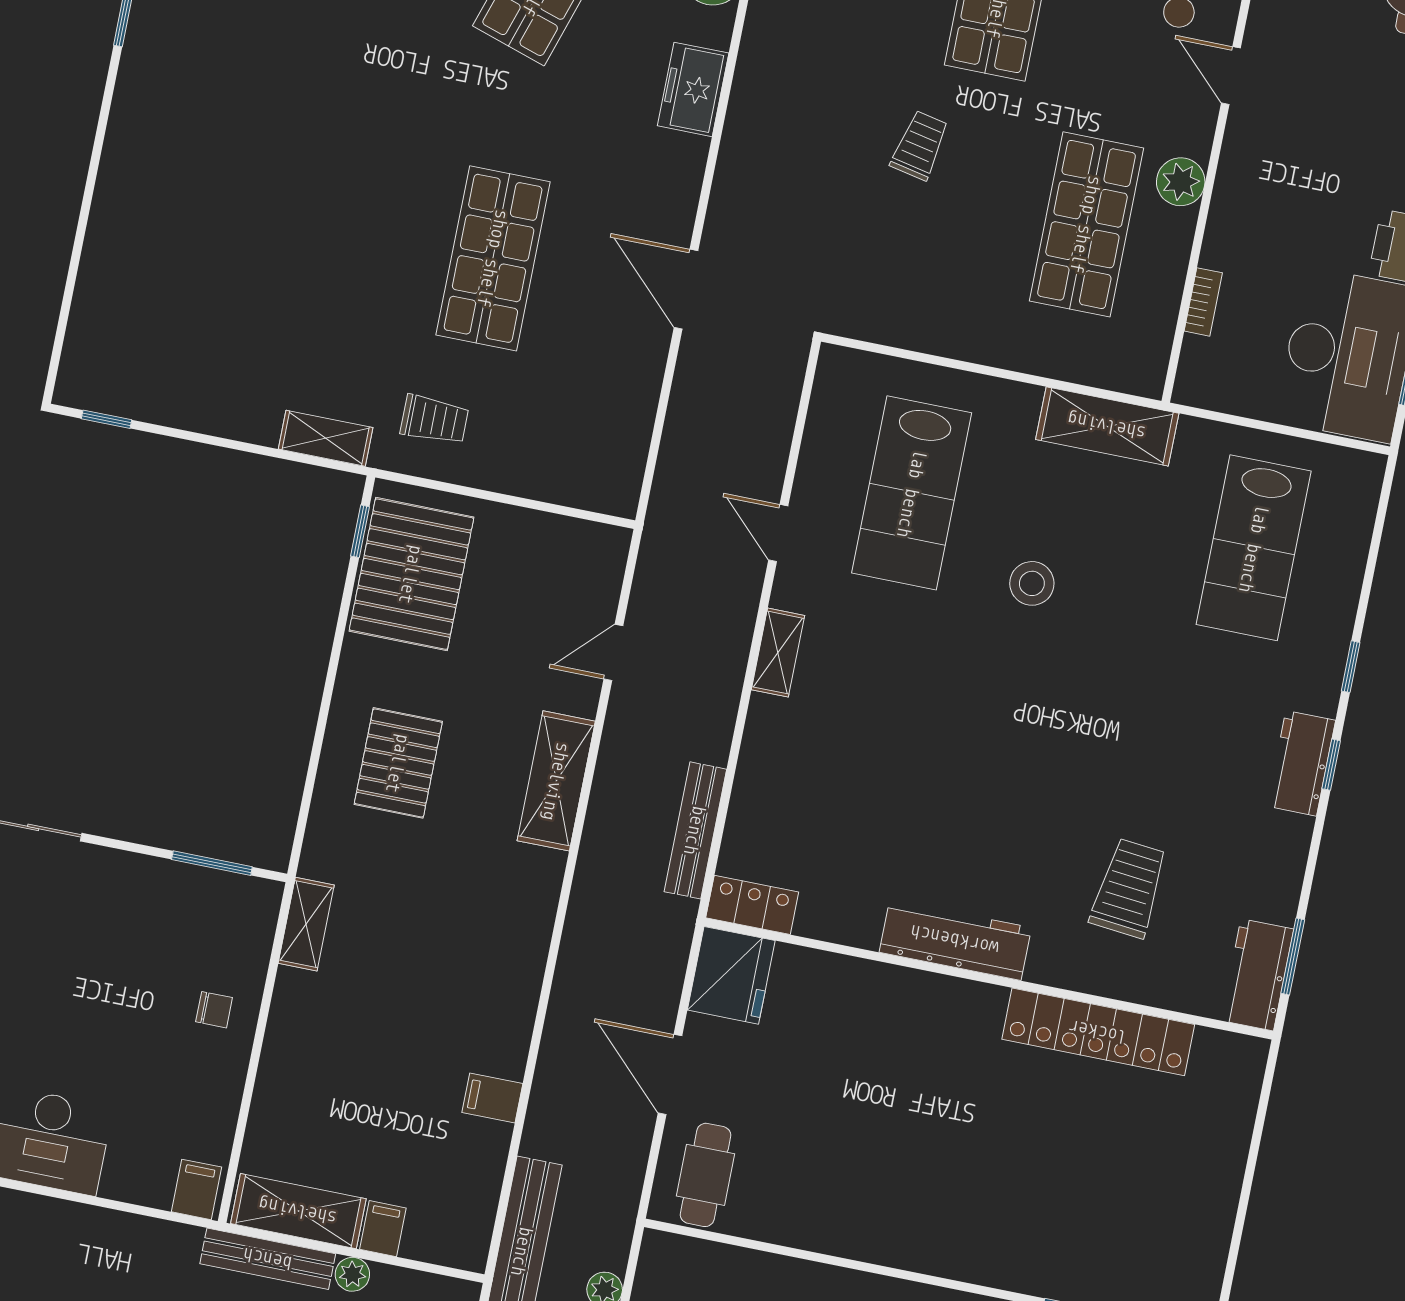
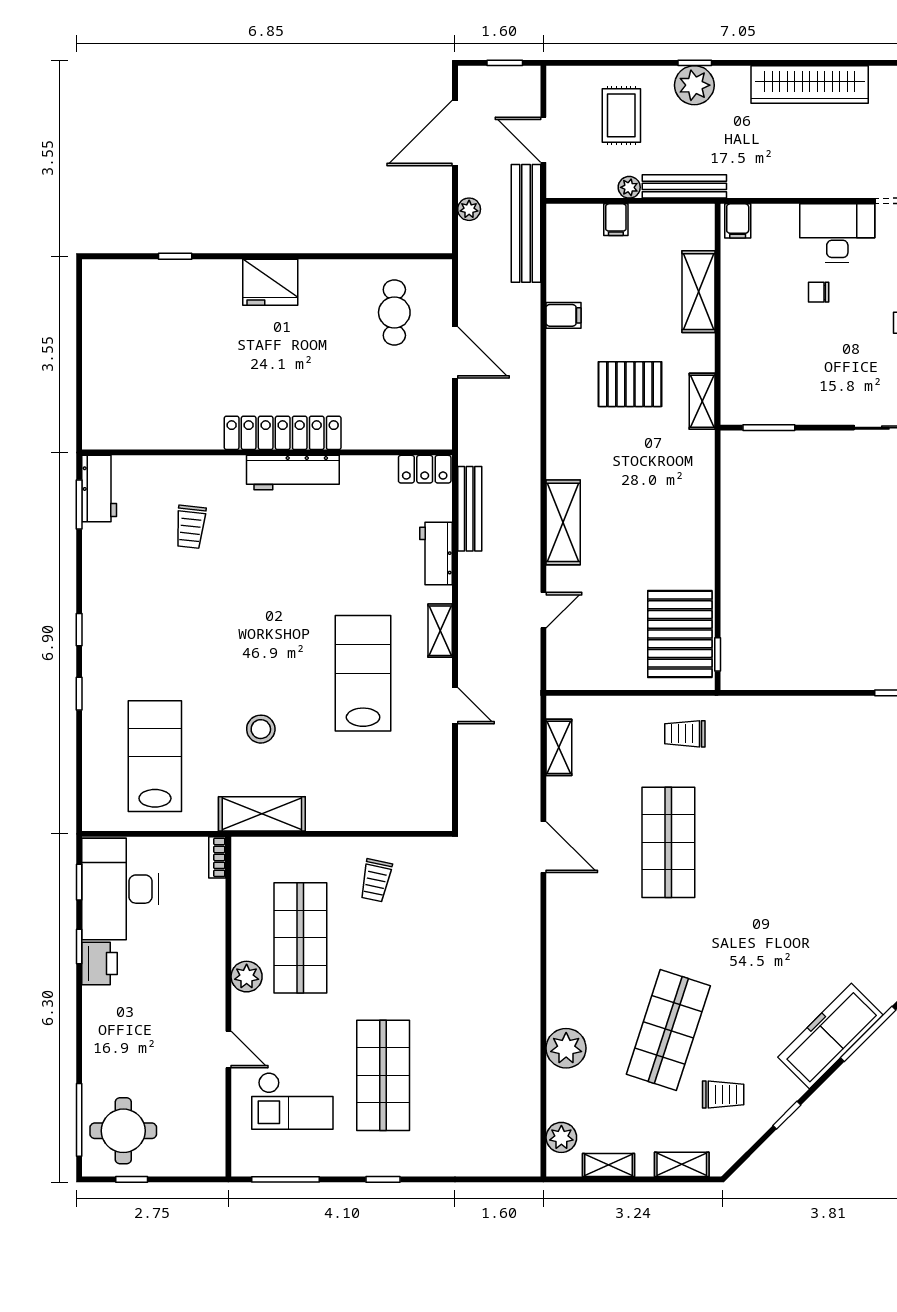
freezer: (693, 89) -> (564, 973), removed
trolley: (920, 145) -> (376, 880), moved
bookcase: (1203, 302) -> (217, 857), moved
shelving: (326, 438) -> (559, 747), moved, turned 90
lab bench: (912, 493) -> (363, 673), moved
stool: (1032, 583) -> (261, 729), moved
pallet: (398, 763) -> (630, 384), moved, turned 90
workbench: (1301, 763) -> (436, 553), moved, turned 180
trolley: (1129, 888) -> (190, 527), width x0.73, depth x0.72
fridge: (731, 975) -> (270, 282), moved, turned -90
chair: (214, 1010) -> (819, 292), moved
locker: (1098, 1032) -> (283, 433), moved
cafe table: (705, 1175) -> (394, 312), moved
shelving: (298, 1211) -> (698, 292), moved, turned 90

